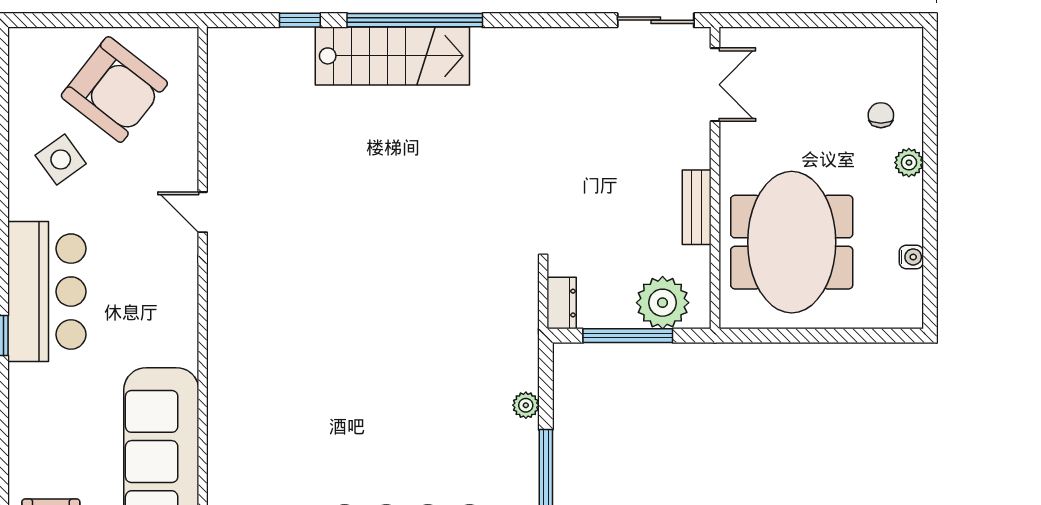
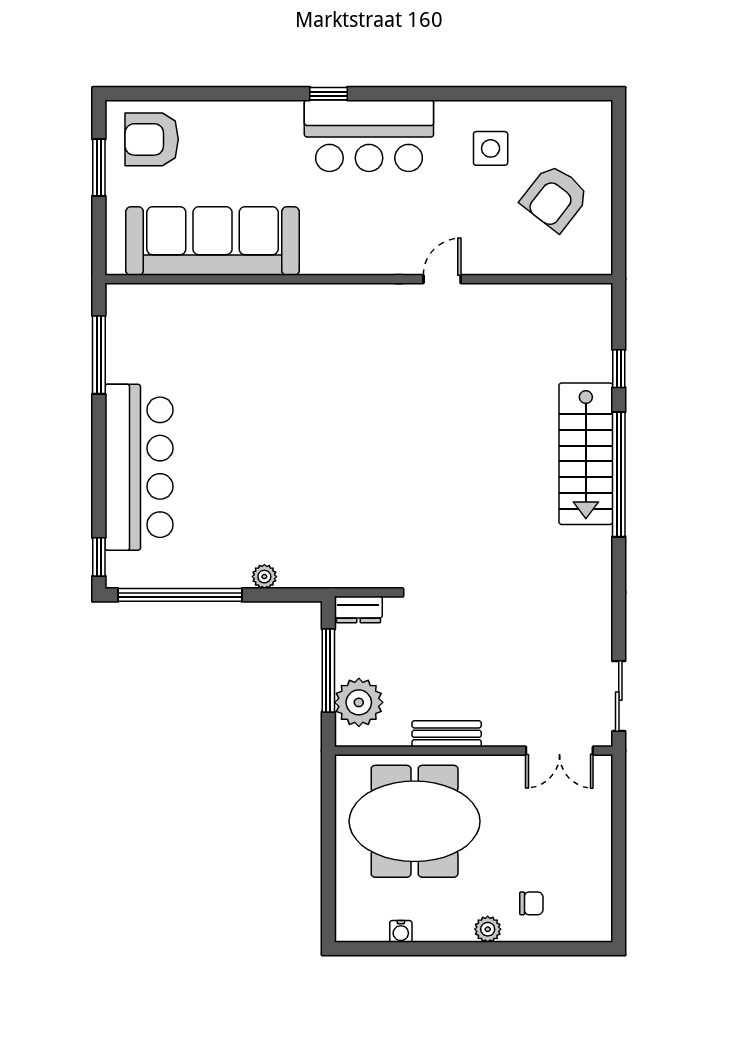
armchair: (114, 89) -> (555, 198), width x0.73, depth x0.73
side table: (61, 160) -> (491, 148), turned 36

